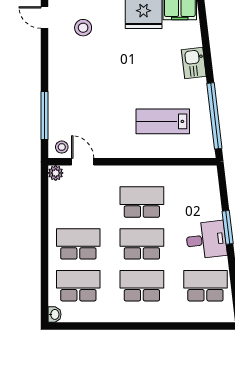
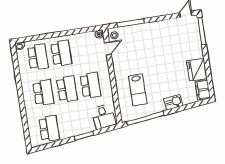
stool: (83, 28) -> (183, 37), removed
lab bench: (163, 121) -> (138, 90), turned 180
desk: (206, 240) -> (103, 117), moved

